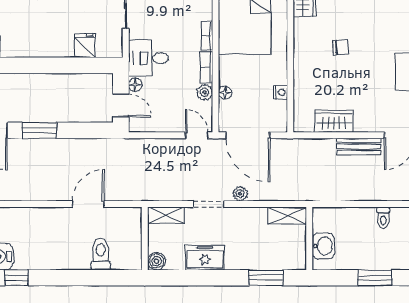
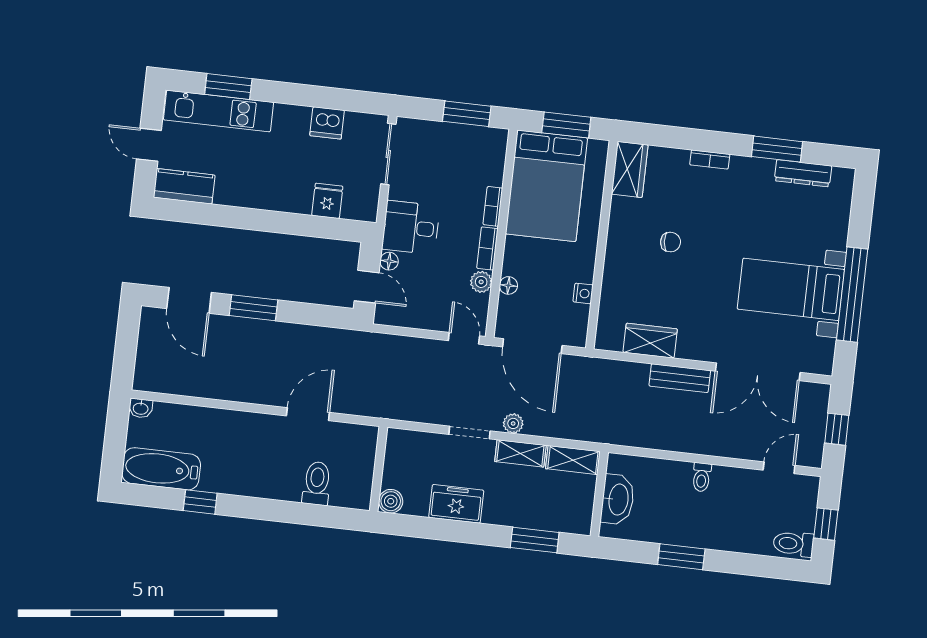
shelving: (166, 215) -> (520, 453), moved
washbasin: (323, 246) -> (618, 499), width x1.38

